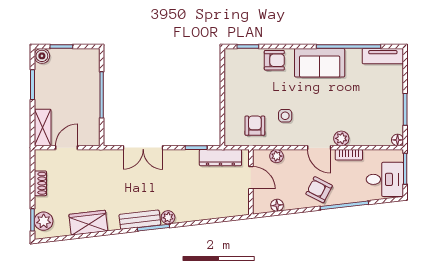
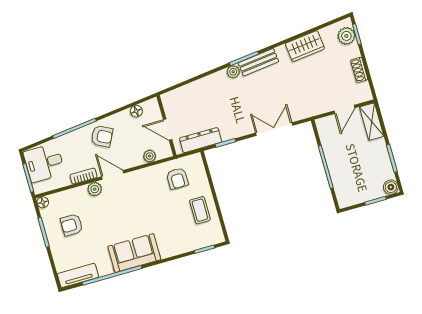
armchair: (274, 60) -> (72, 225), moved
coffee table: (241, 87) -> (200, 210), added
side table: (285, 116) -> (152, 195), removed

